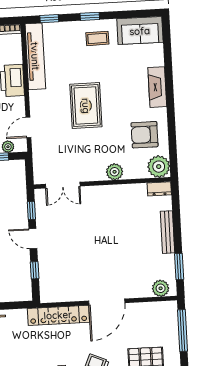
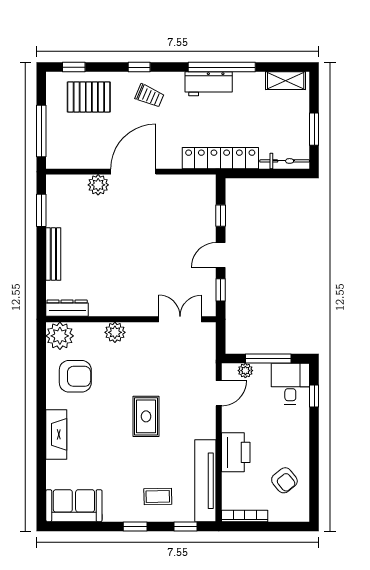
coffee table: (97, 38) -> (158, 496), moved
rug: (86, 106) -> (146, 416), width x0.73, depth x0.70
dresser: (159, 189) -> (67, 308), width x1.44
door: (33, 239) -> (221, 255), swing flipped
plant: (161, 288) -> (98, 185), moved
locker: (58, 315) -> (220, 158), moved

